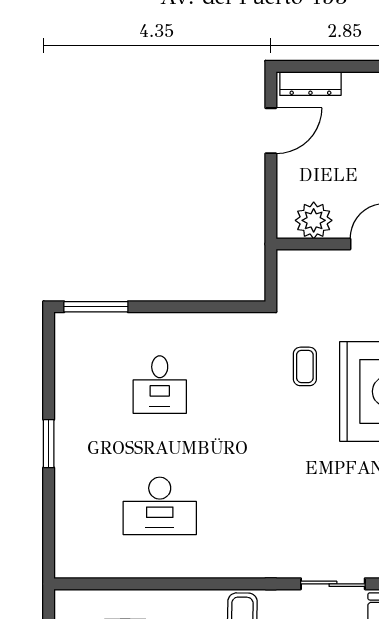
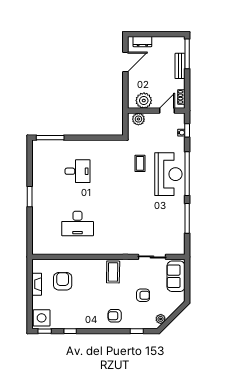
dresser: (310, 83) -> (142, 42), width x0.70
plant: (301, 263) -> (138, 119), added
desk: (160, 385) -> (78, 171), turned -90

